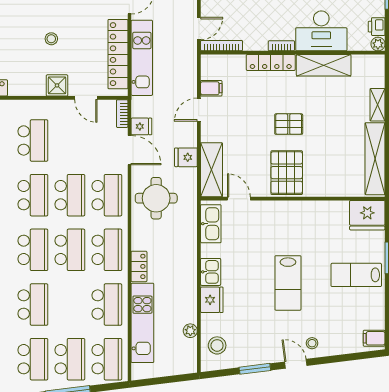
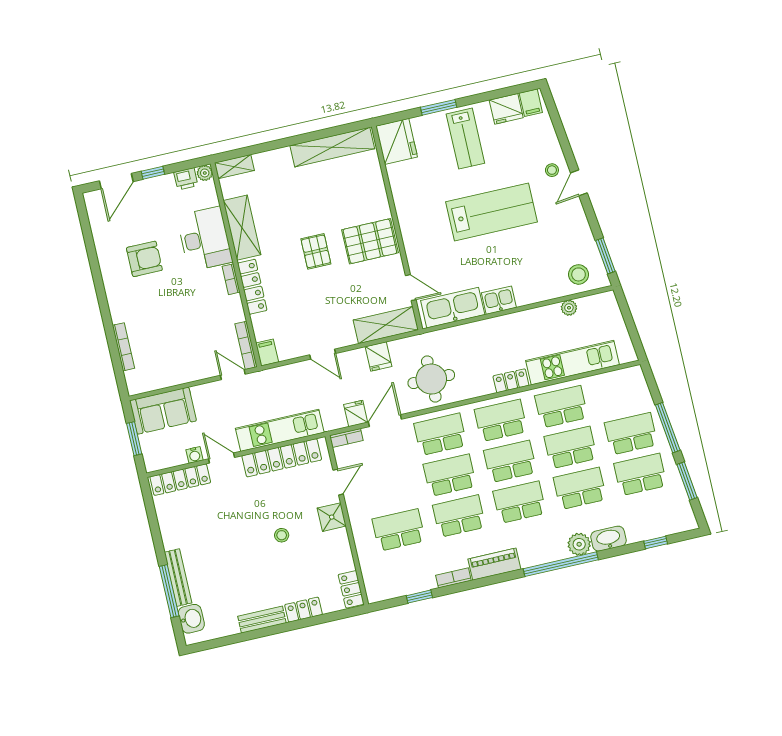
filing cabinet: (211, 88) -> (267, 352), moved
shelving: (378, 105) -> (234, 167), moved
door: (239, 199) -> (411, 288), swing flipped
kitchen sink: (211, 224) -> (453, 308), width x1.36, depth x1.24
lab bench: (288, 283) -> (492, 212), width x1.36, depth x1.39
fridge: (212, 300) -> (506, 109), moved, turned 180
school desk: (107, 359) -> (571, 448), moved
window: (255, 369) -> (605, 256), moved

